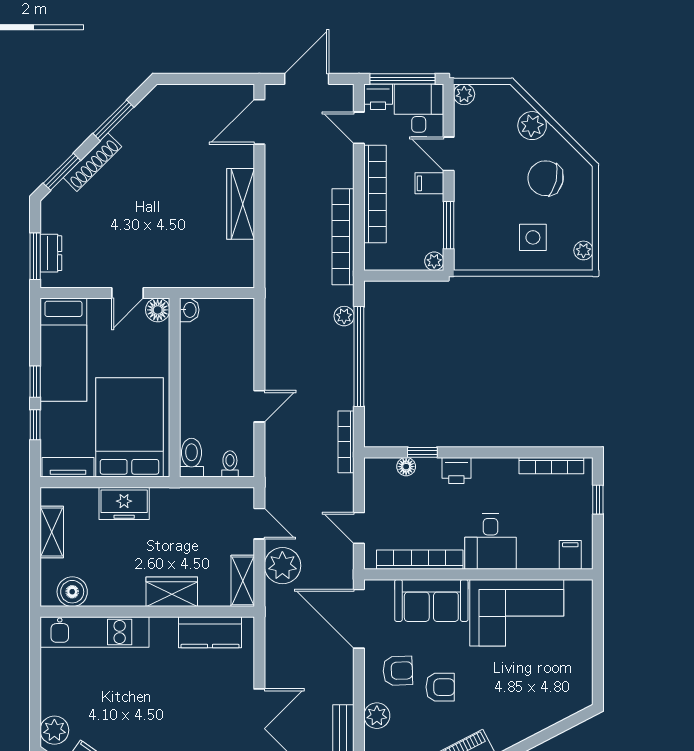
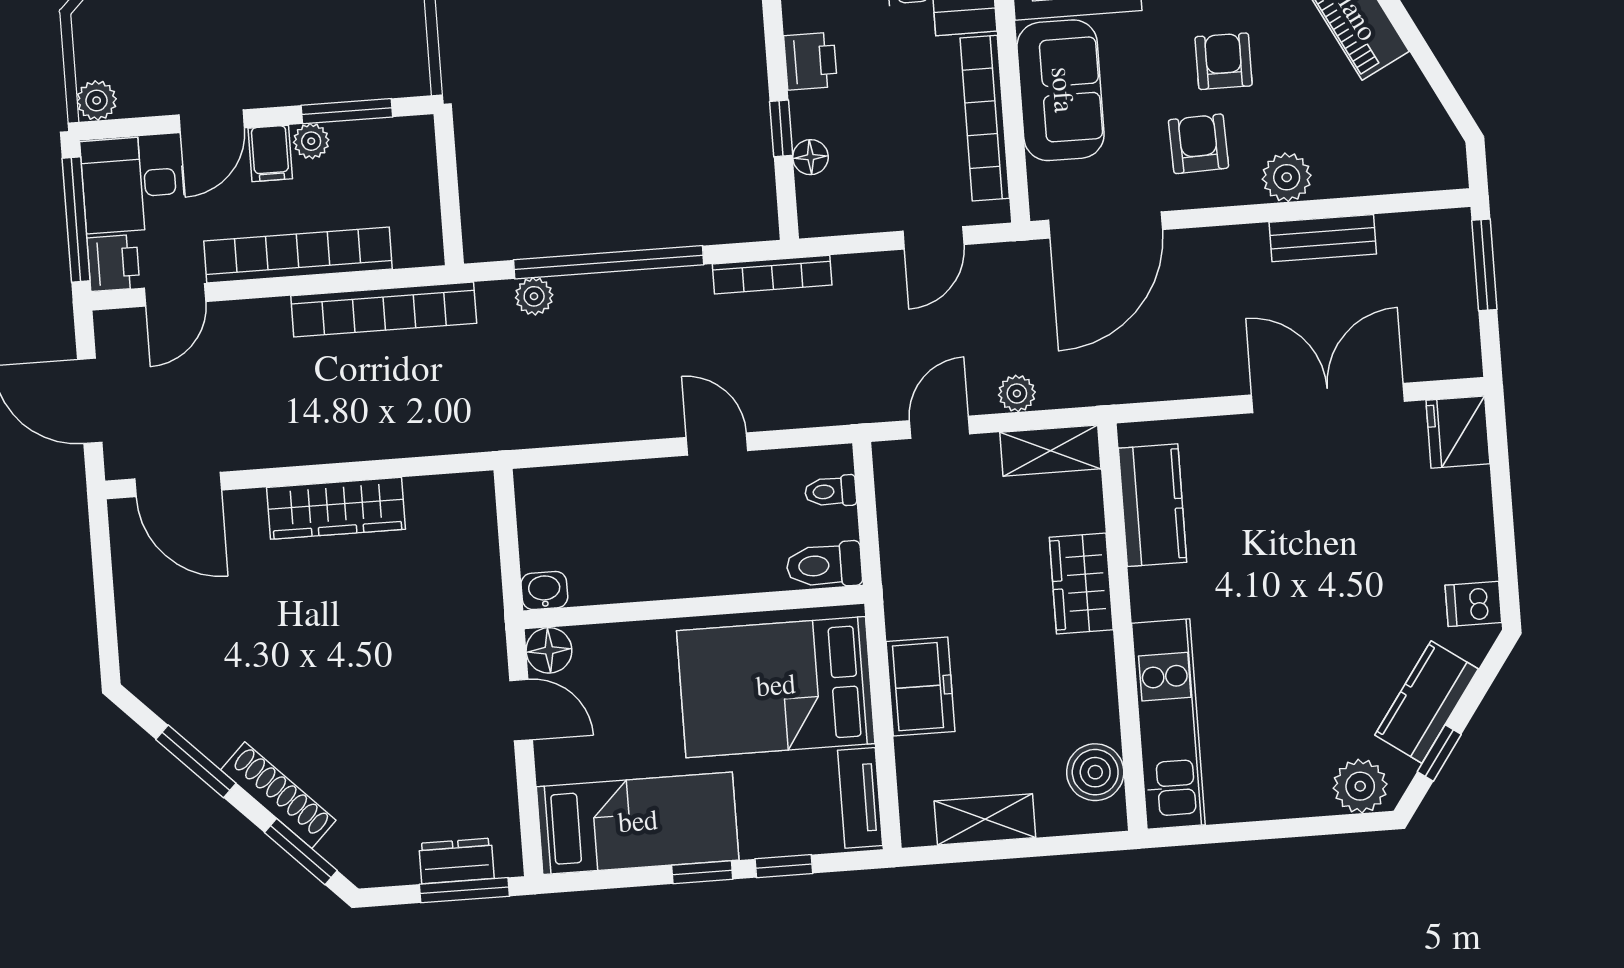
plant: (434, 261) -> (311, 141), moved
plant: (282, 566) -> (1017, 393), width x0.53, depth x0.53

